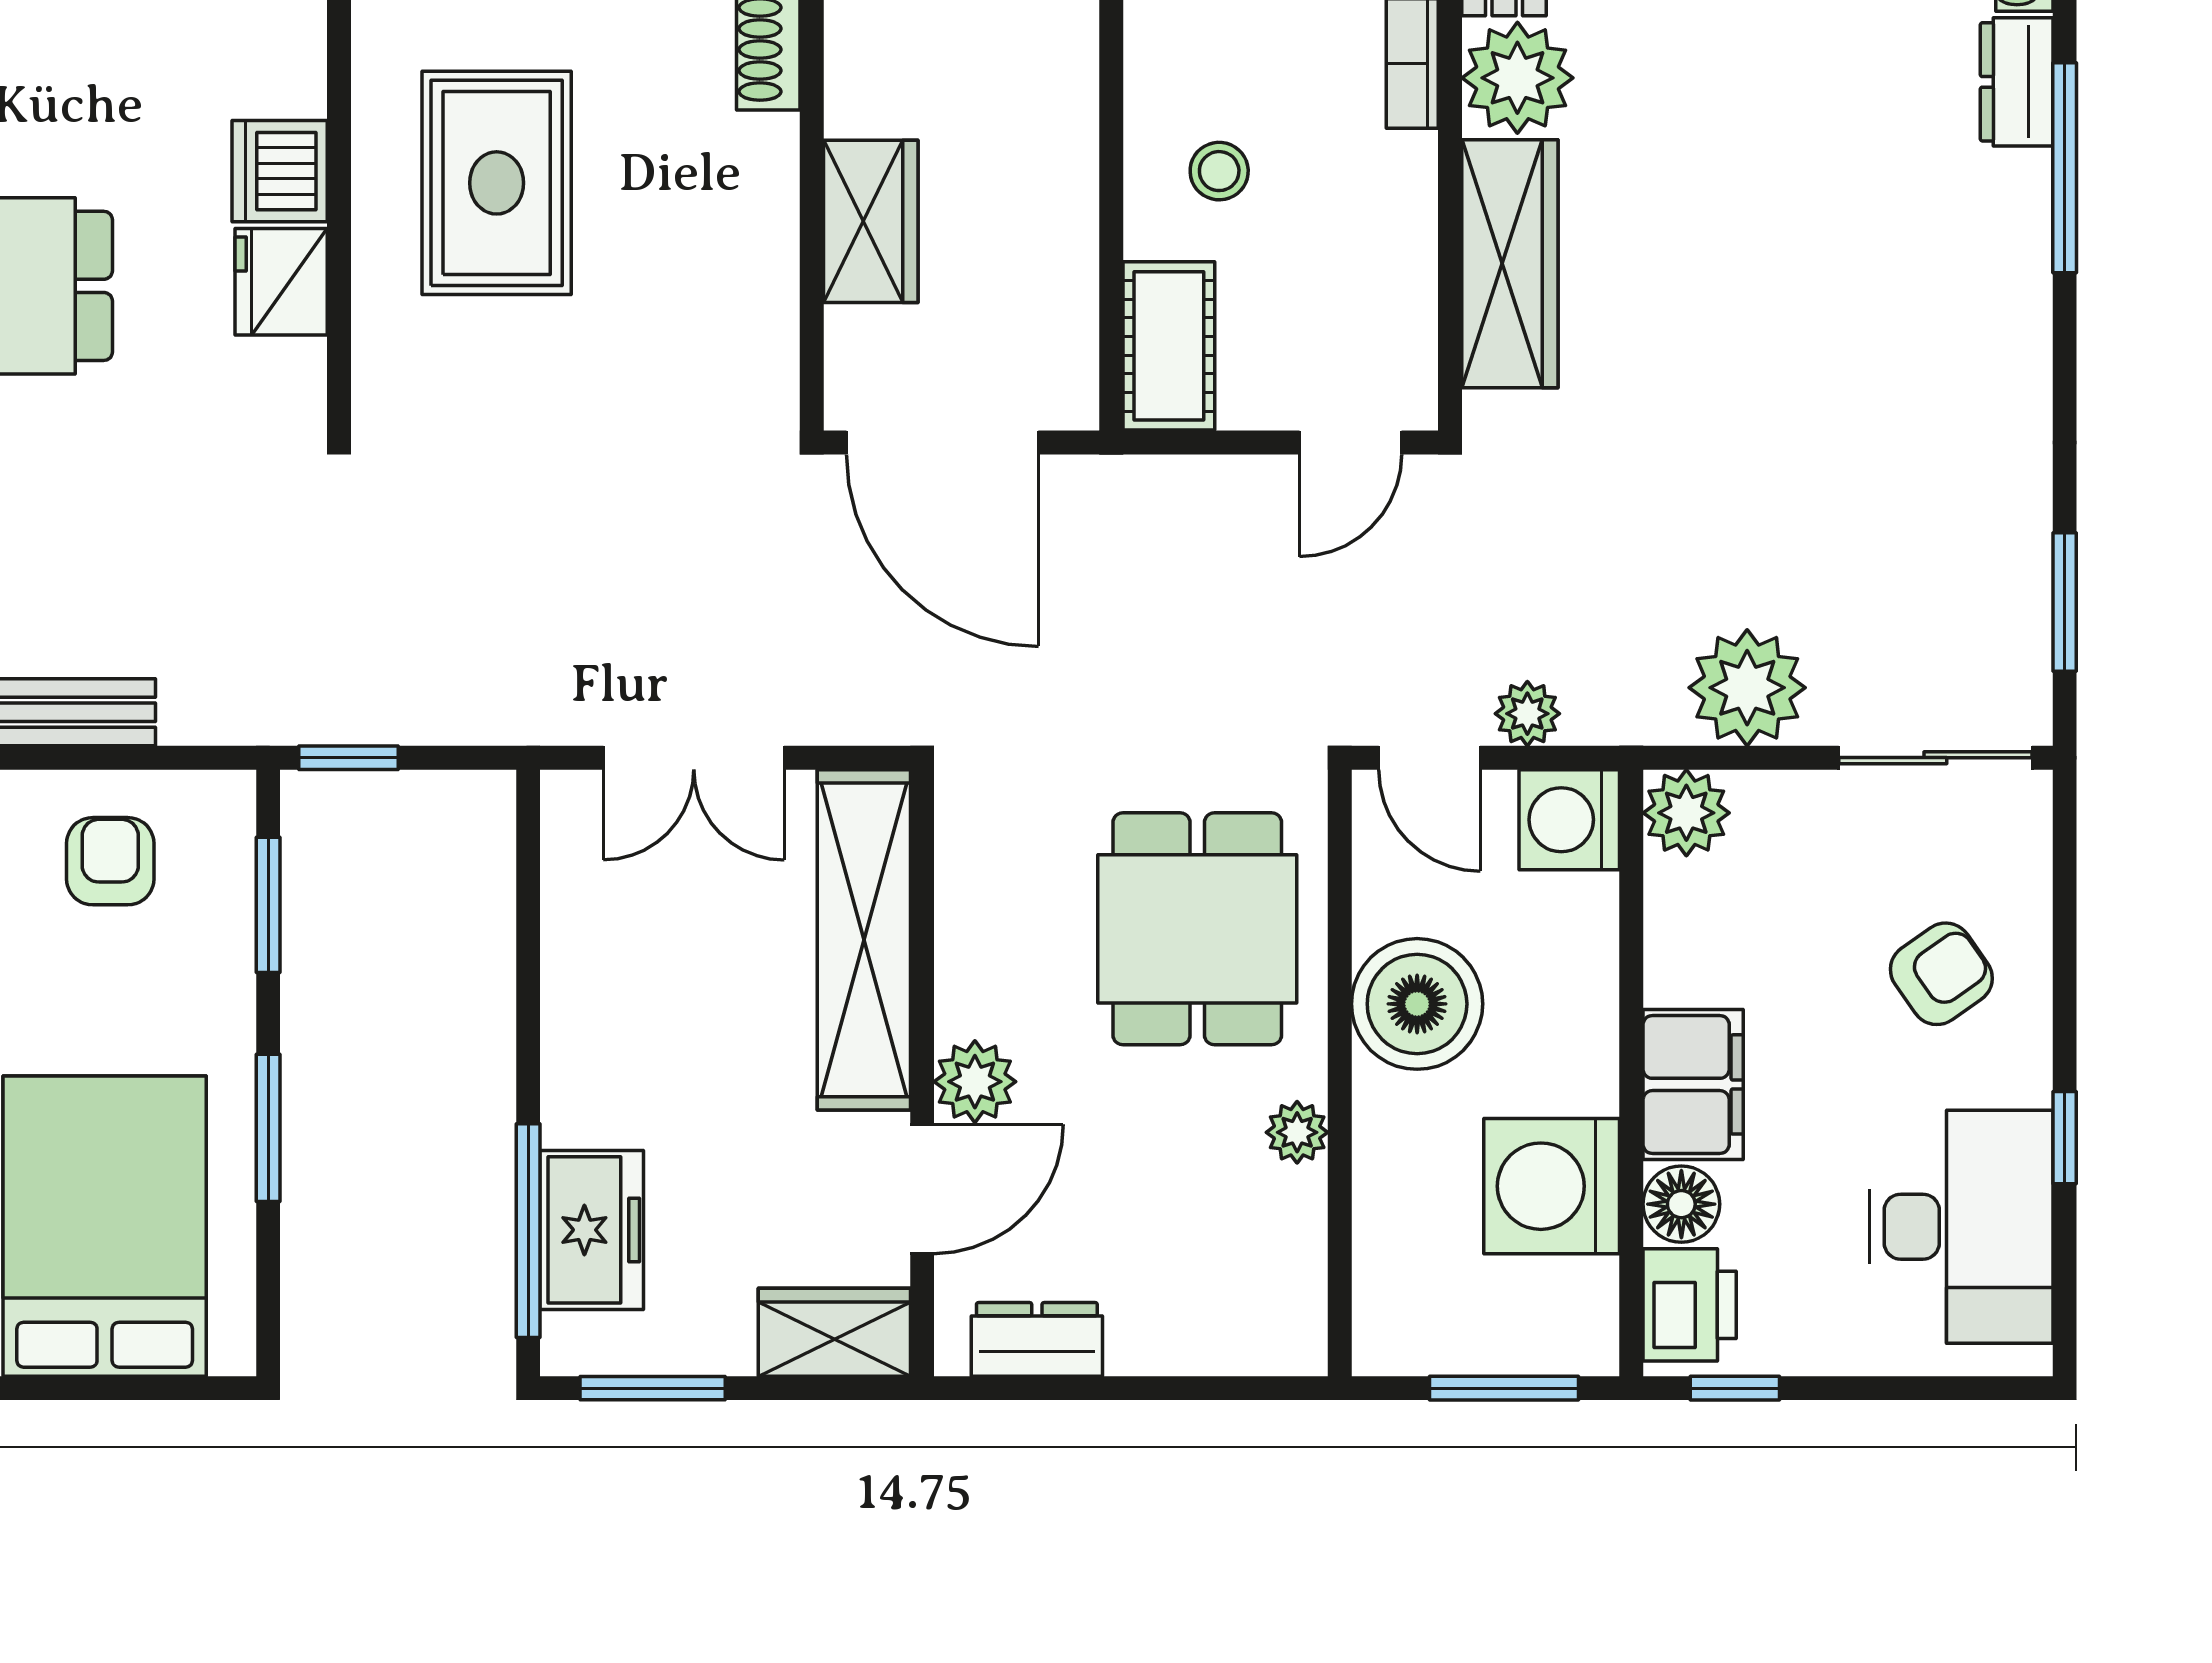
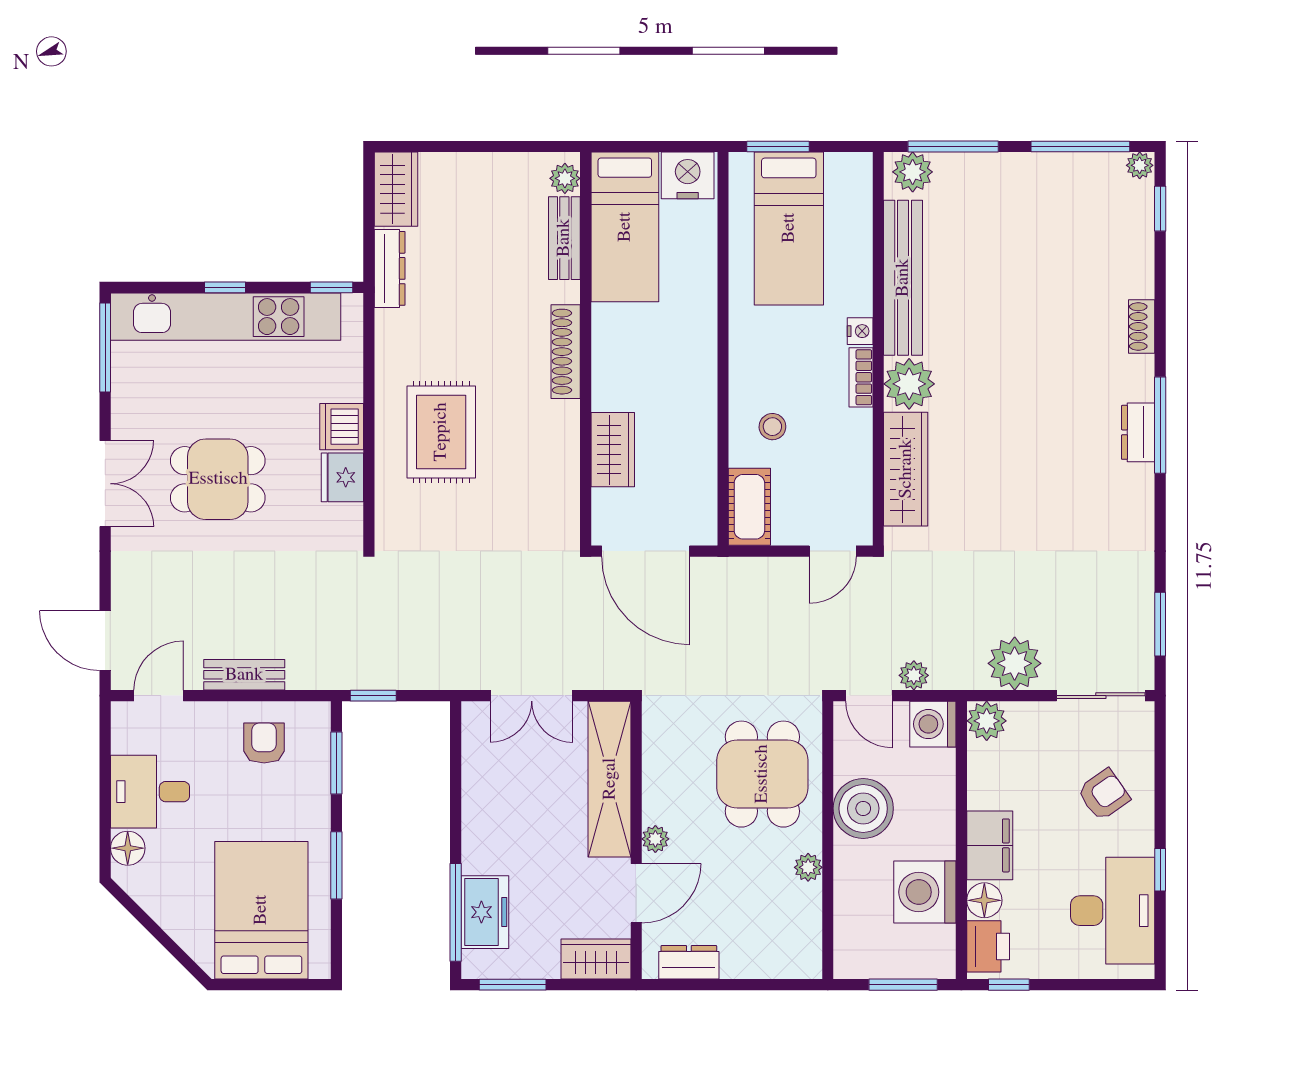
dresser: (2017, 82) -> (1138, 432), moved
plant: (975, 1082) -> (655, 839), width x0.73, depth x0.73

